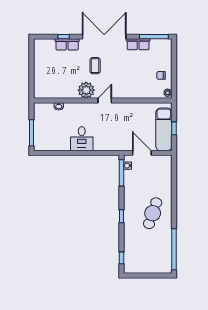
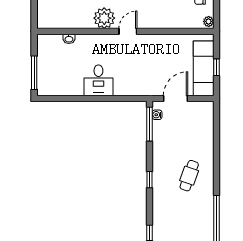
door: (142, 153) -> (176, 98), hinge flipped
cafe table: (153, 213) -> (189, 176), width x0.73, depth x0.74

